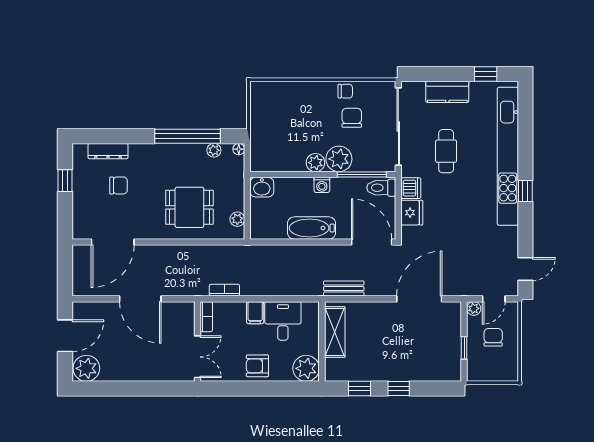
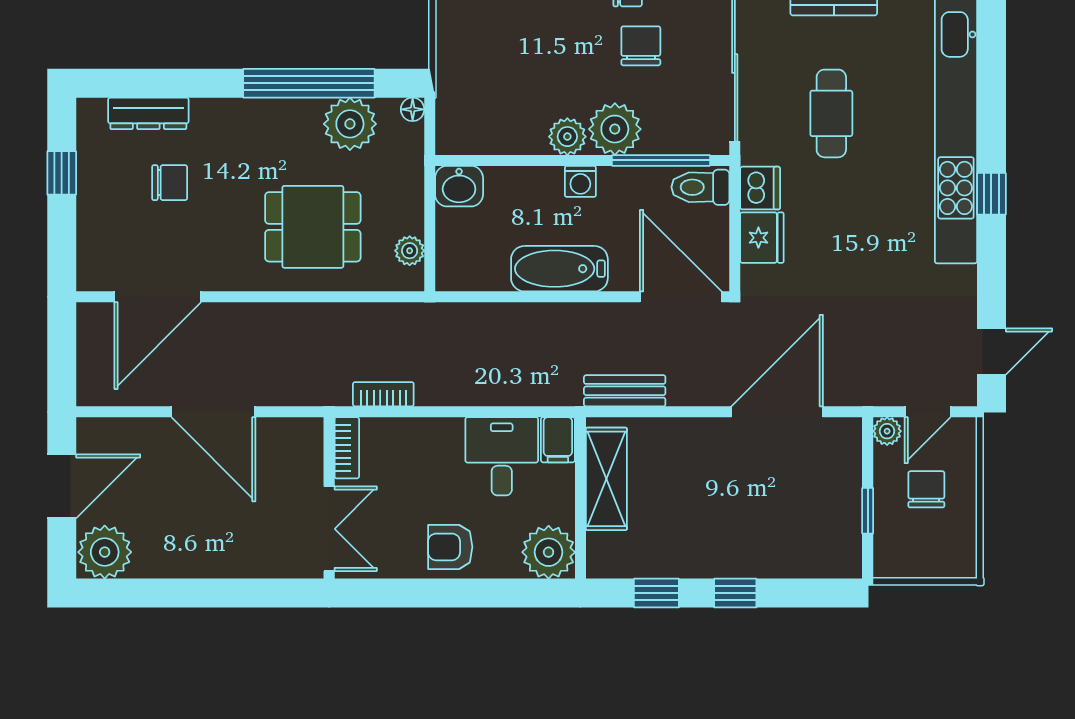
plant: (214, 150) -> (350, 124), width x1.88, depth x1.88
filing cabinet: (255, 313) -> (558, 440), moved

